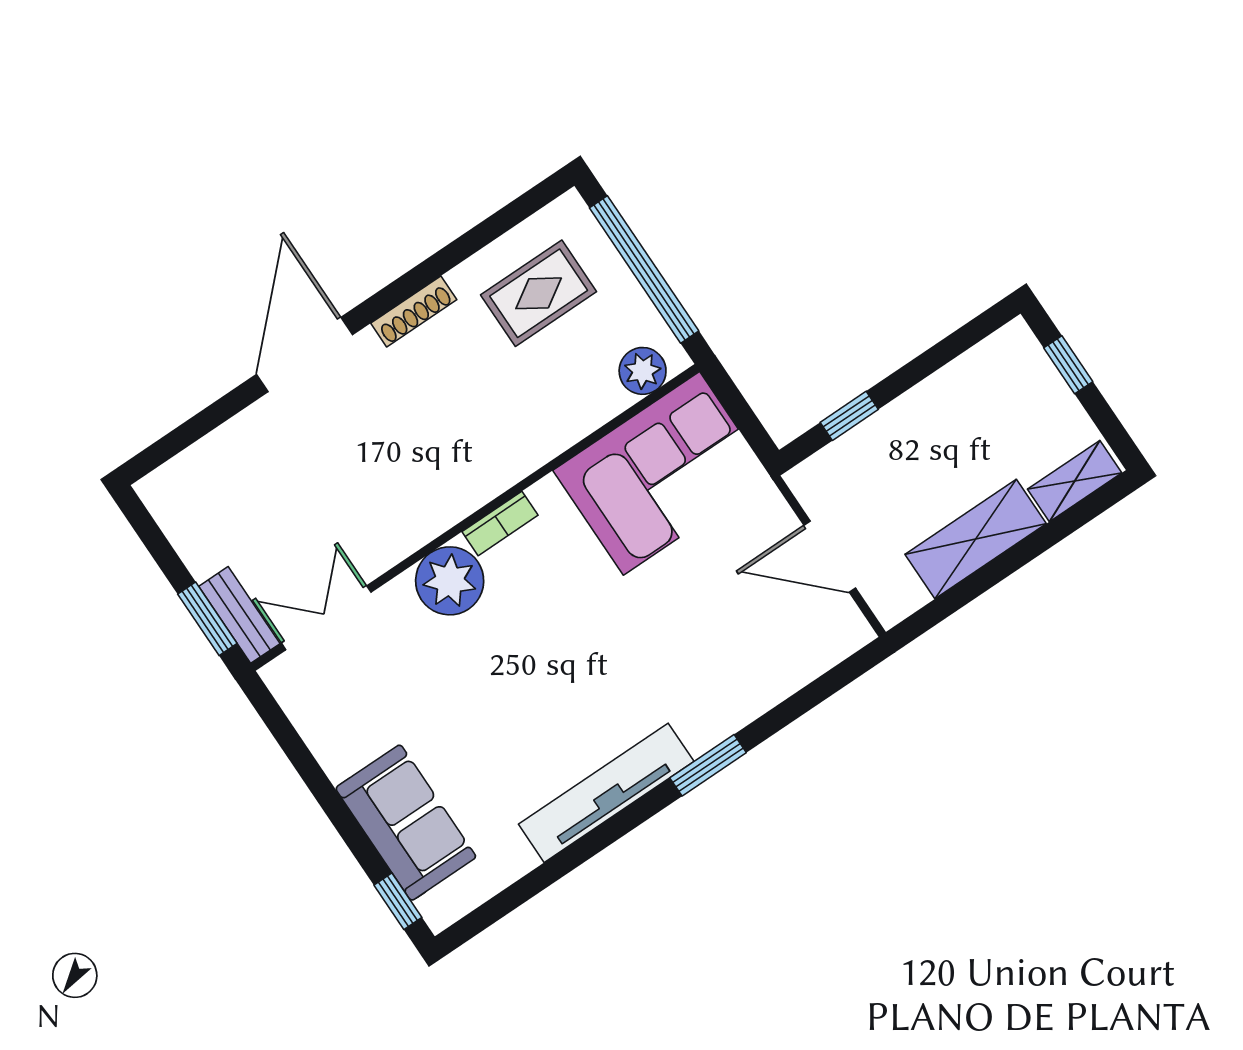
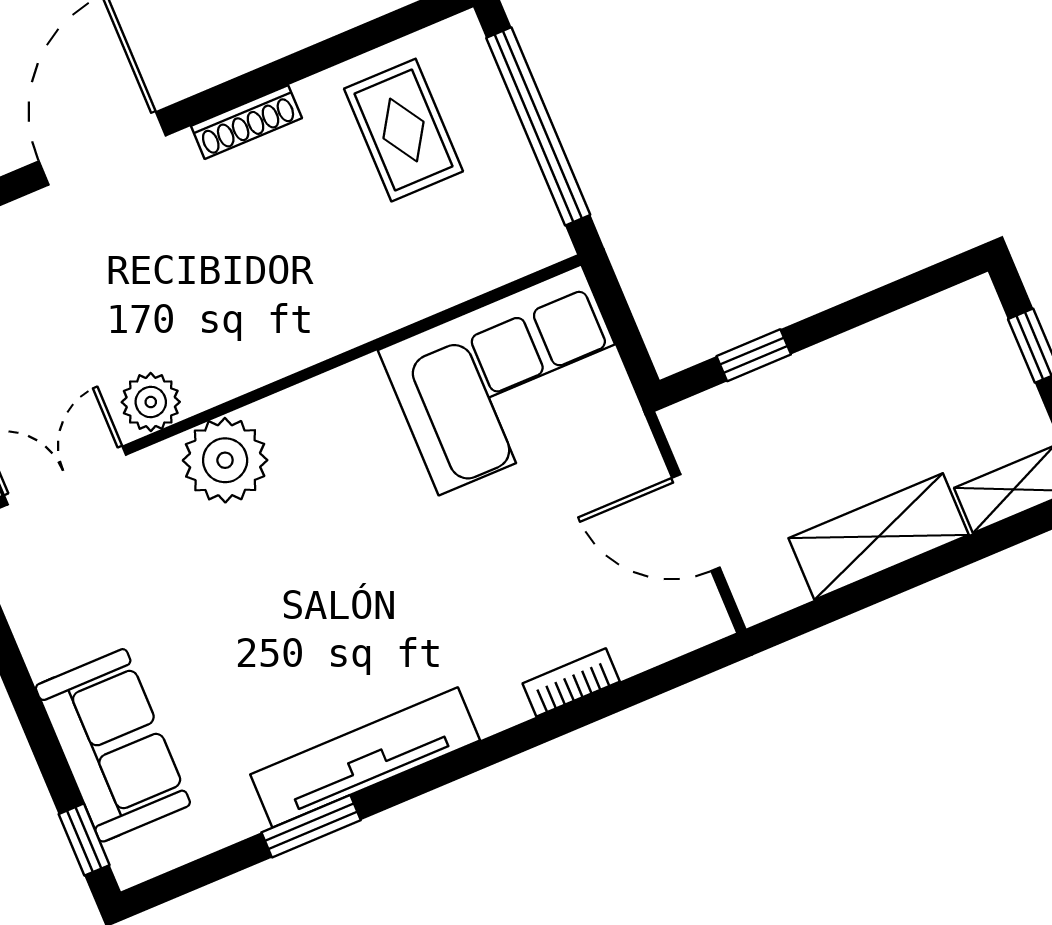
rug: (539, 293) -> (403, 130), turned 90
plant: (643, 371) -> (151, 402), moved
bookcase: (500, 523) -> (571, 682), moved, turned 180
window: (708, 765) -> (311, 826), moved

